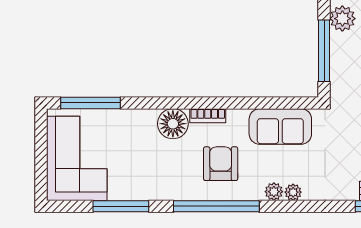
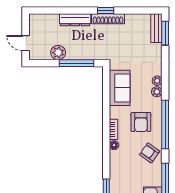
floor lamp: (173, 124) -> (114, 145), width x0.53, depth x0.53
armchair: (221, 164) -> (141, 122), turned -90
armchair: (166, 179) -> (150, 153), added

